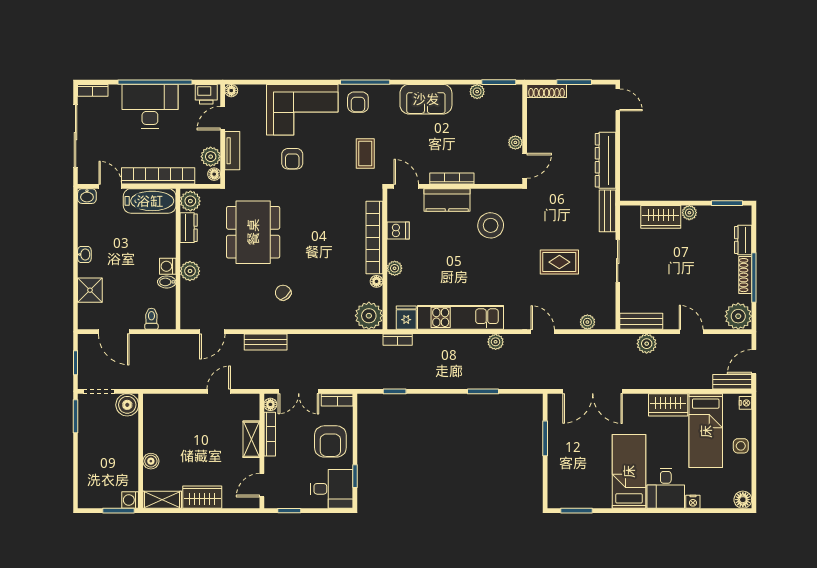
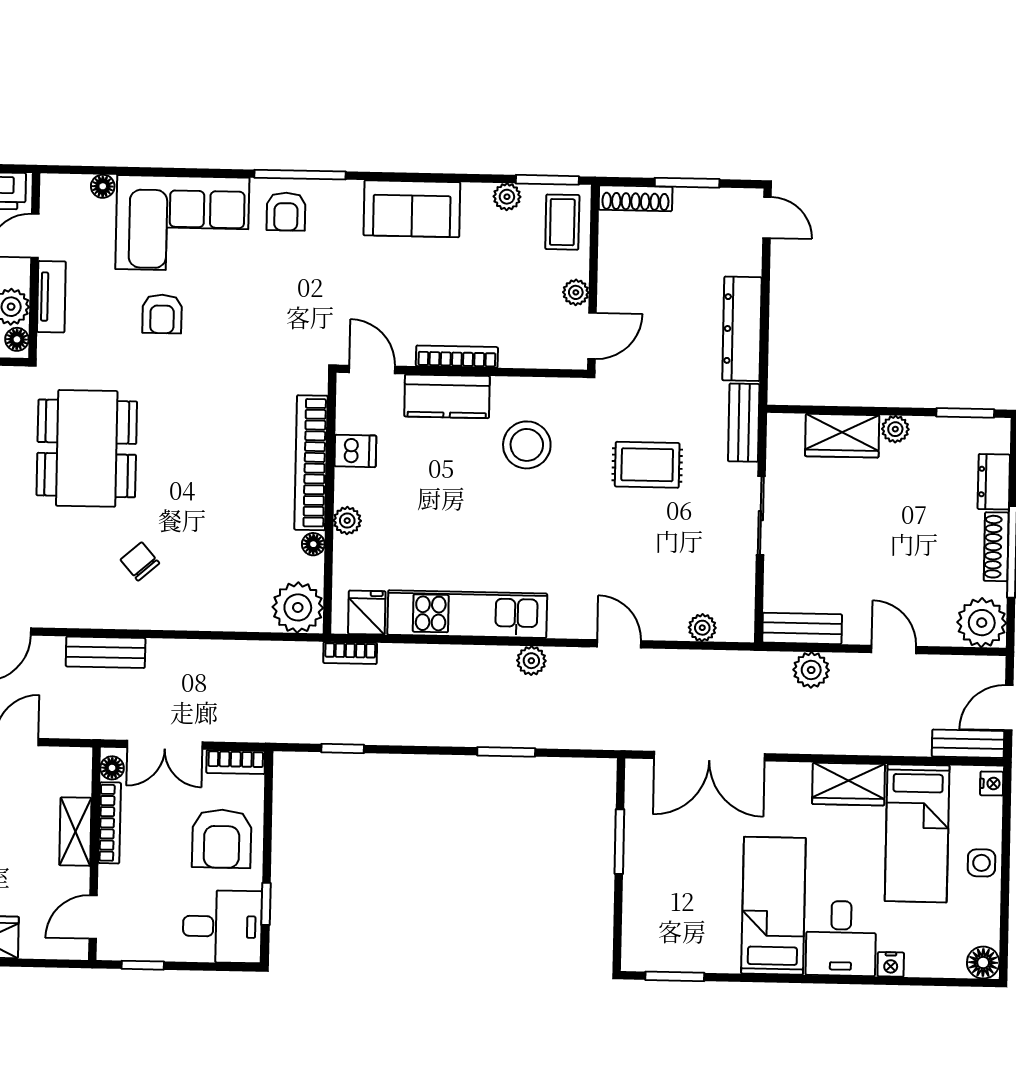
floor lamp: (231, 91) -> (103, 186), moved
coffee table: (365, 153) -> (562, 222), moved
rug: (559, 262) -> (647, 465), moved

